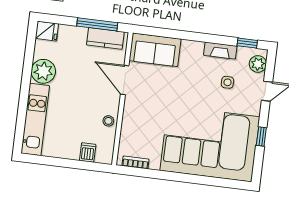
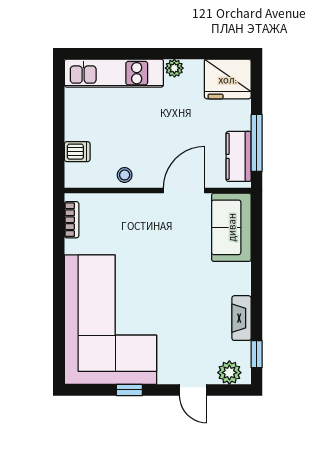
fridge: (47, 31) -> (228, 79), width x1.88, depth x1.34
plant: (43, 71) -> (174, 68), width x0.53, depth x0.53
side table: (227, 82) -> (199, 334), removed

